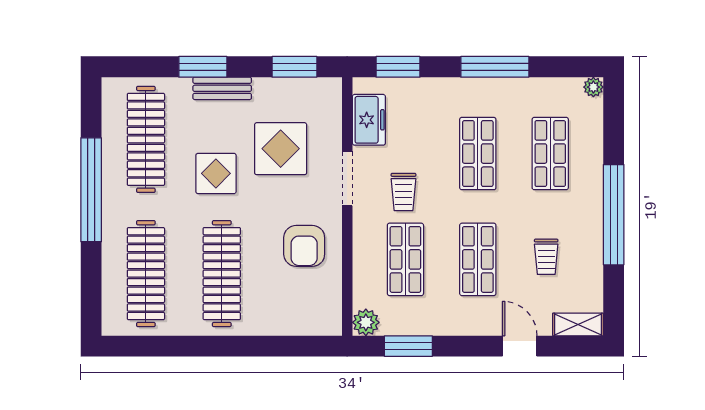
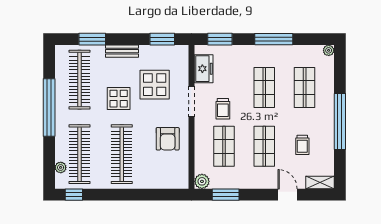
window: (203, 67) -> (92, 39), moved
plant: (112, 297) -> (61, 167), added
window: (136, 346) -> (74, 195), added

